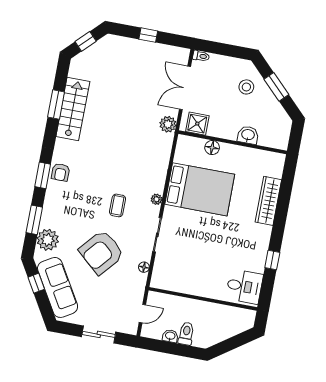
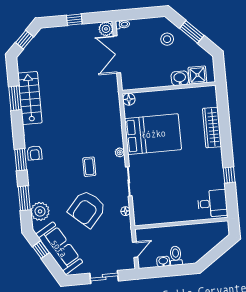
plant: (168, 124) -> (106, 29), moved
shower: (197, 124) -> (197, 75), moved
floor lamp: (212, 148) -> (129, 99), moved

